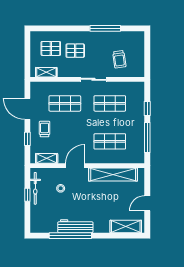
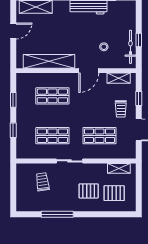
window: (147, 138) -> (13, 100), width x0.46

